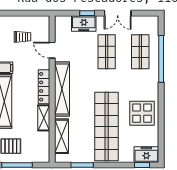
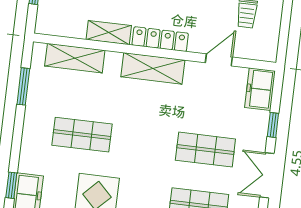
freezer: (84, 23) -> (260, 89), moved
shelving: (62, 89) -> (153, 68), width x0.68
shop shelf: (107, 126) -> (82, 135), width x0.50, depth x0.74

